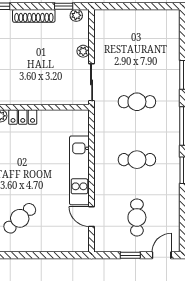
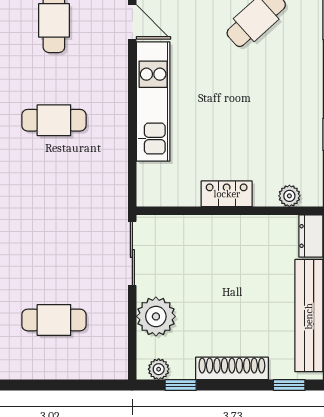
plant: (83, 51) -> (156, 316), width x1.87, depth x1.87
cafe table: (137, 102) -> (54, 320), moved
locker: (23, 117) -> (227, 194), moved

